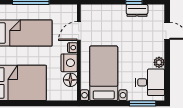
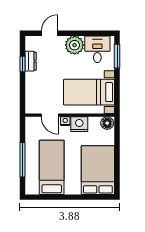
plant: (159, 62) -> (75, 45), width x1.88, depth x1.88
floor lamp: (70, 80) -> (107, 123), moved

